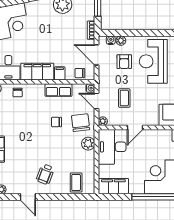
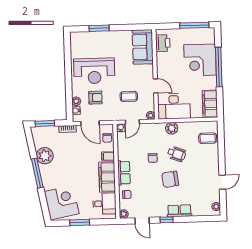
door: (97, 55) -> (90, 123), hinge flipped
row of seats: (58, 90) -> (124, 173), moved
chair: (81, 123) -> (170, 179), moved
wheelchair: (45, 174) -> (177, 154), moved

